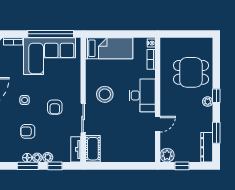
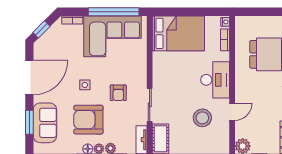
bed: (109, 48) -> (178, 33), width x1.50
stool: (105, 94) -> (202, 118), moved
armchair: (28, 131) -> (88, 120), width x1.88, depth x1.88

